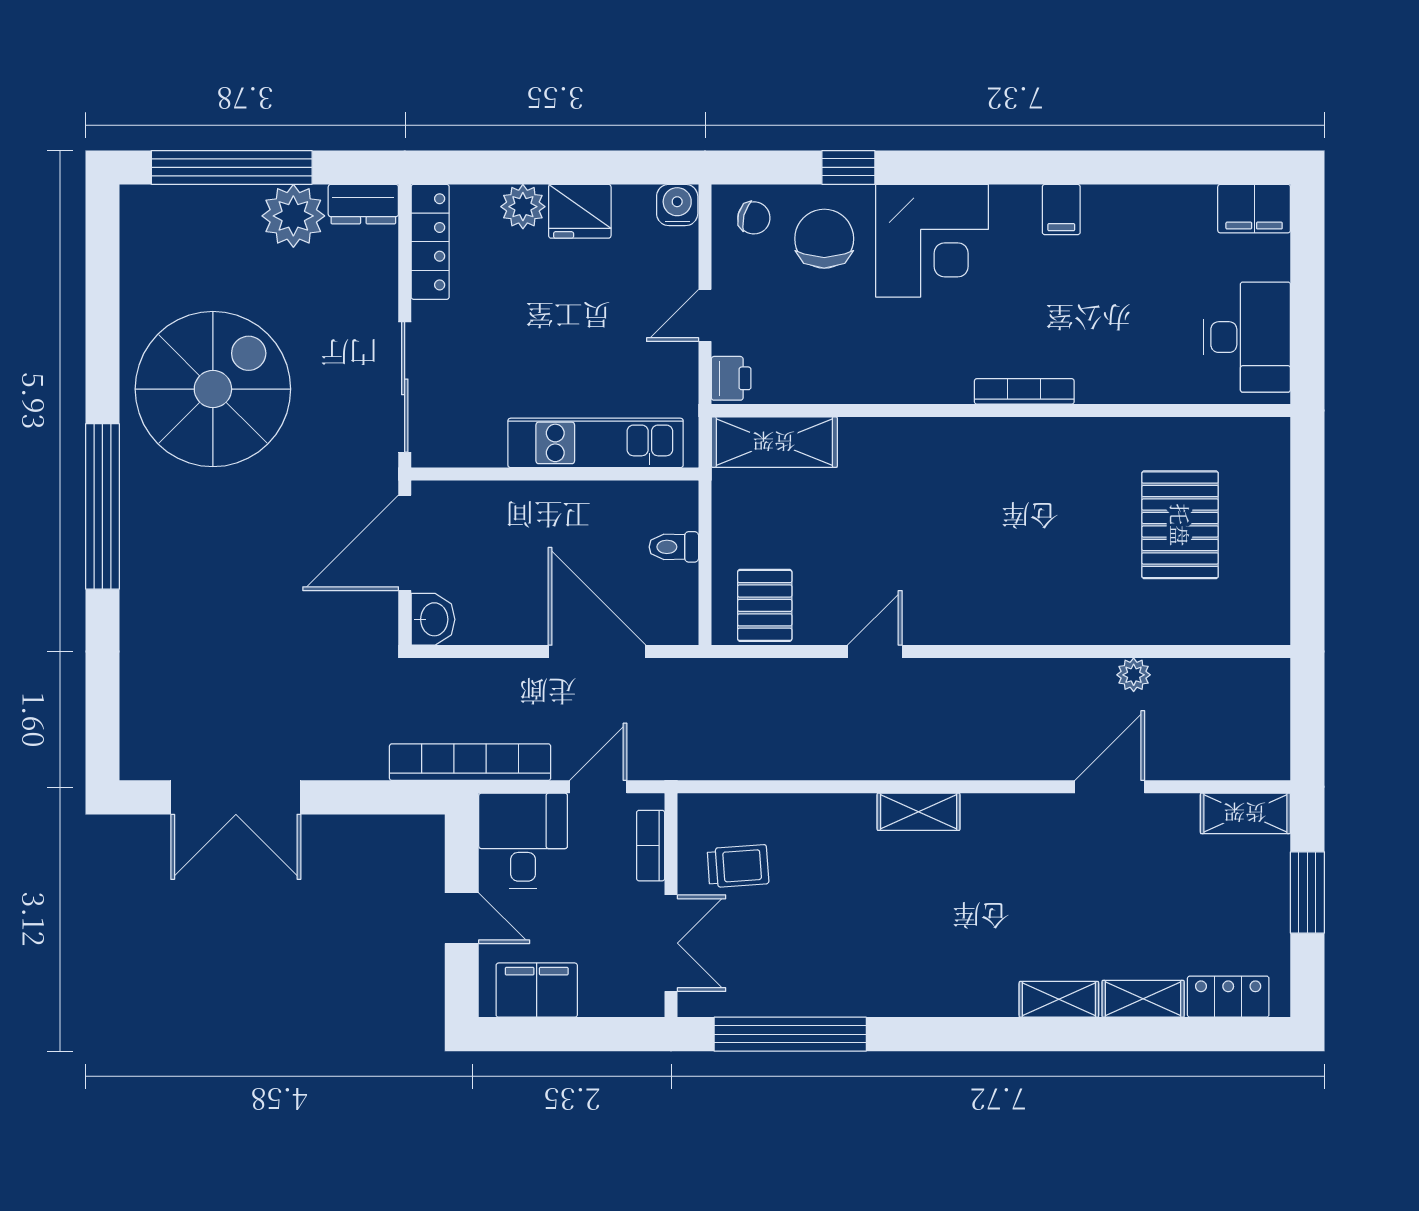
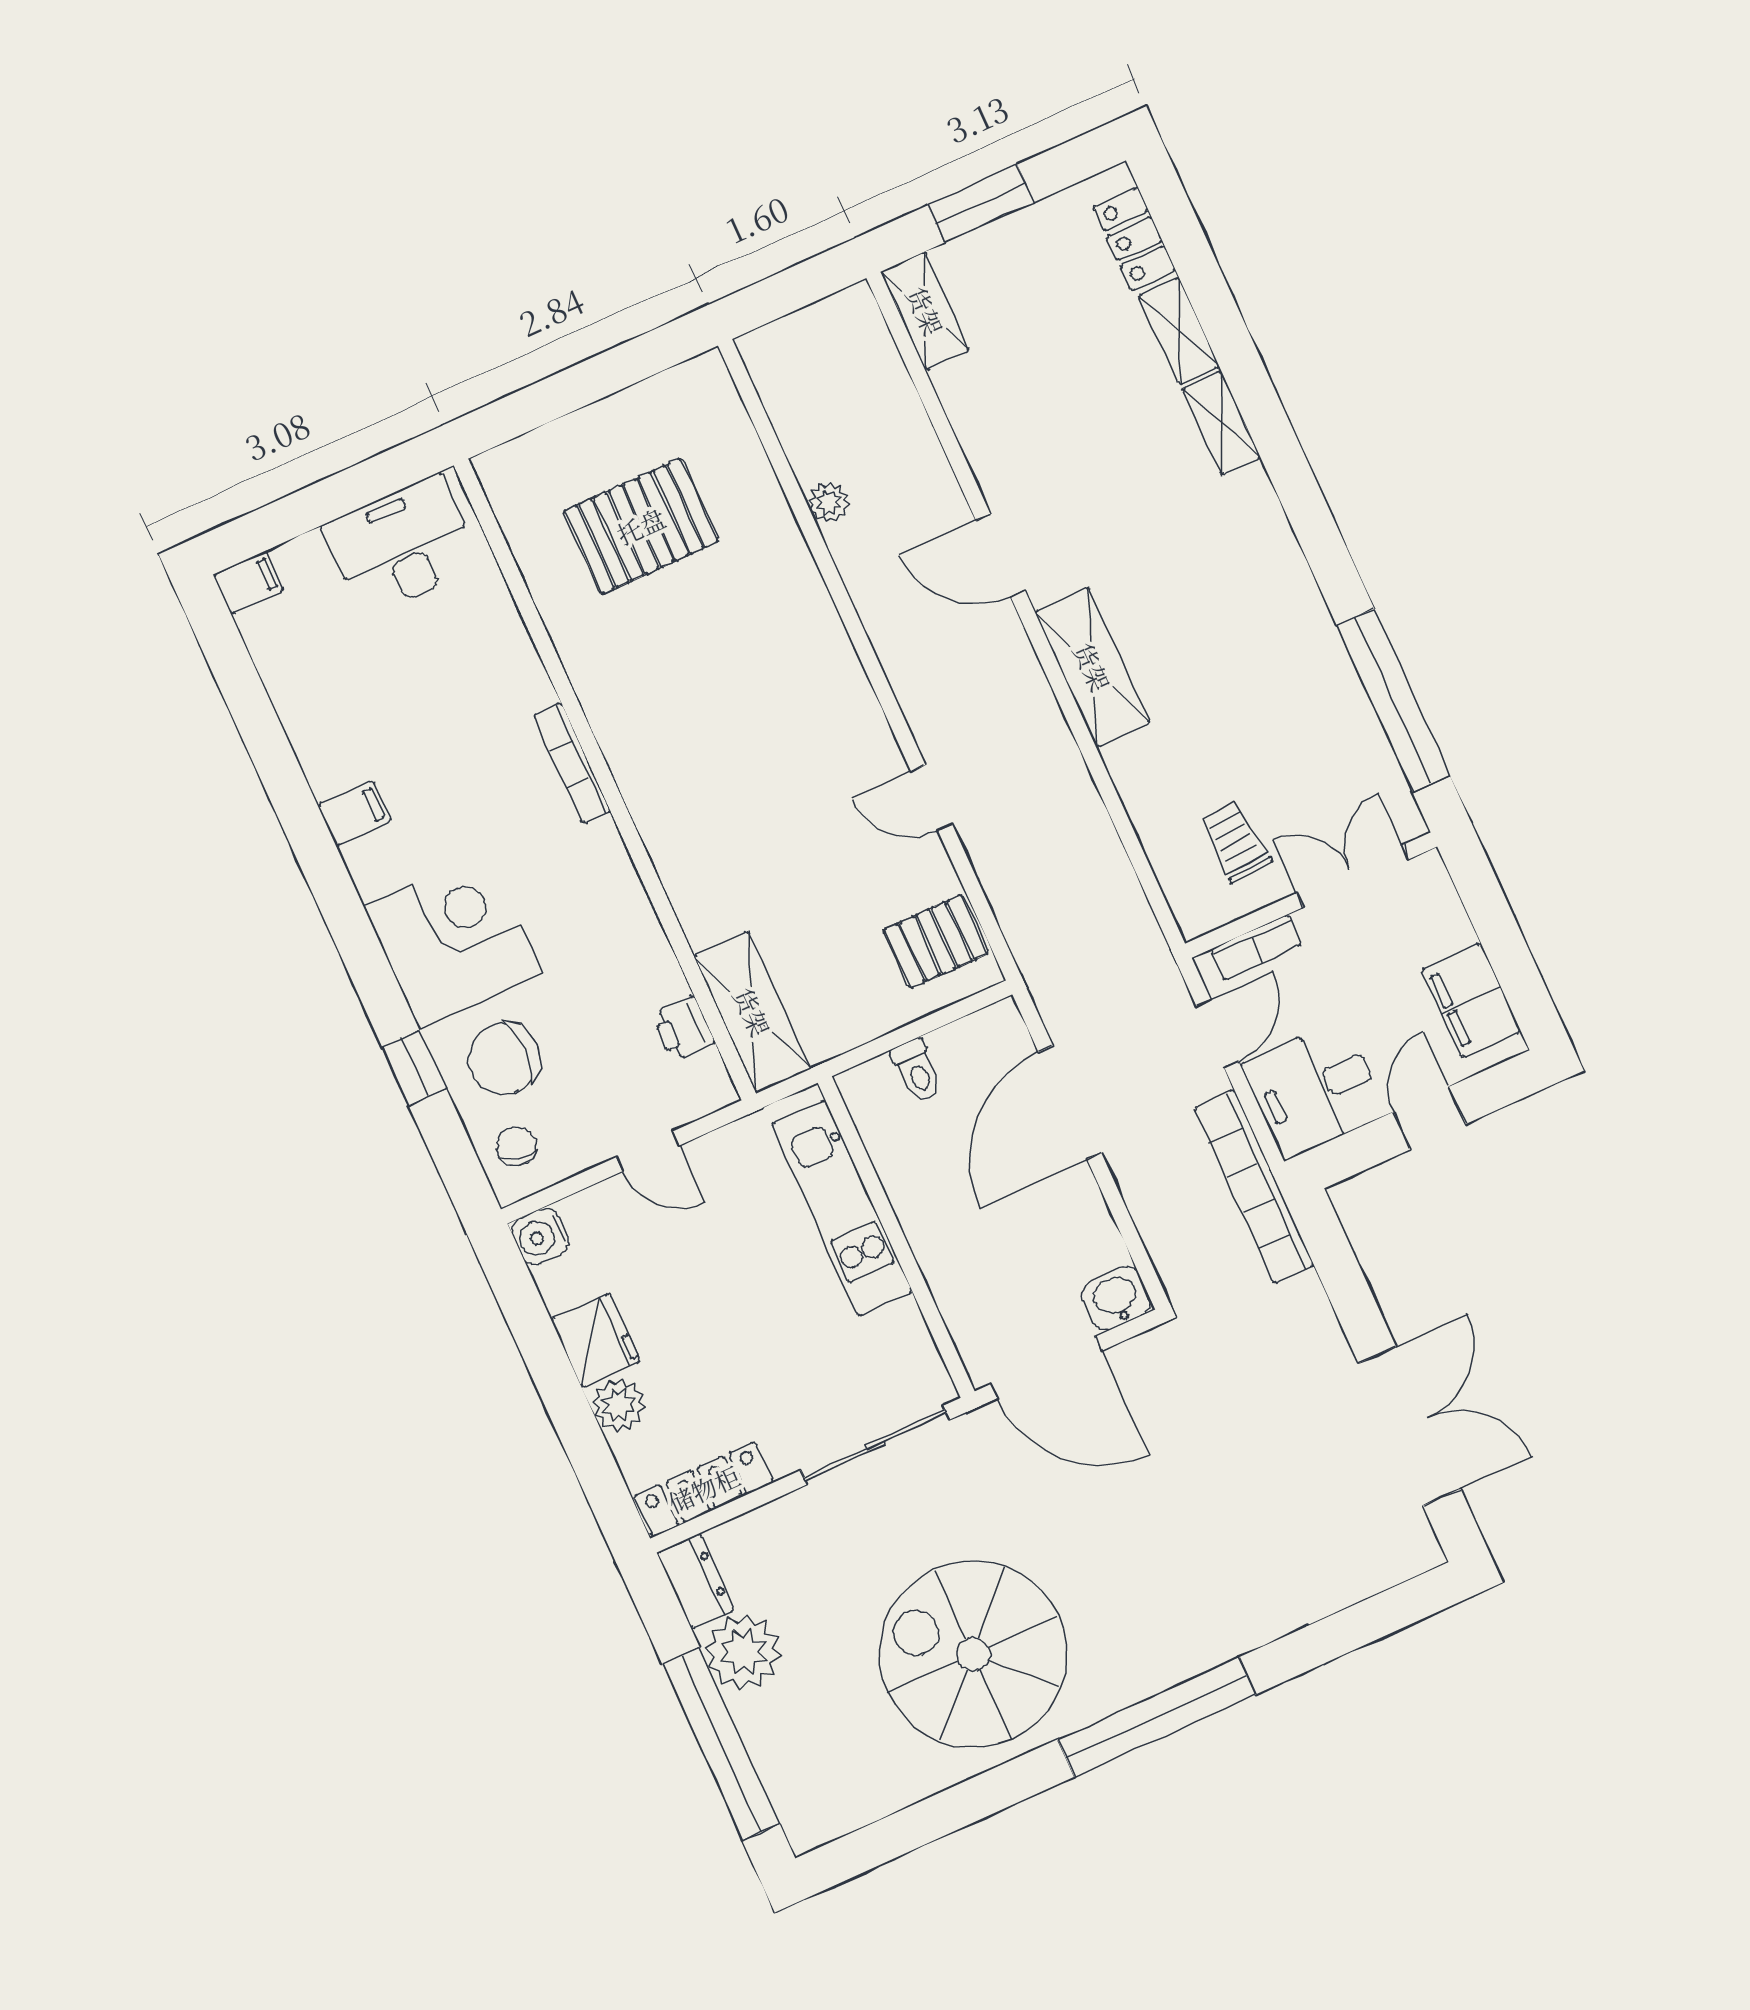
filing cabinet: (1254, 209) -> (248, 582), width x0.50
printer: (731, 378) -> (683, 1029), moved, turned -90
door: (598, 787) -> (1218, 1034), swing flipped
door: (1110, 787) -> (1001, 555), moved
shelving: (919, 812) -> (1092, 667), width x1.50, depth x1.33

